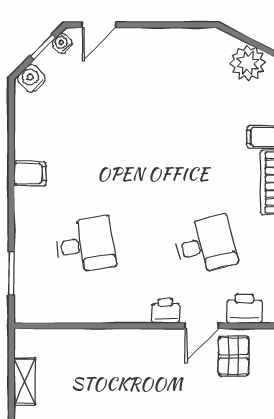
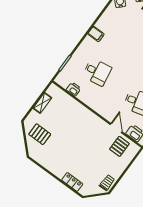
printer: (165, 311) -> (74, 89), moved
door: (202, 326) -> (116, 128), swing flipped

